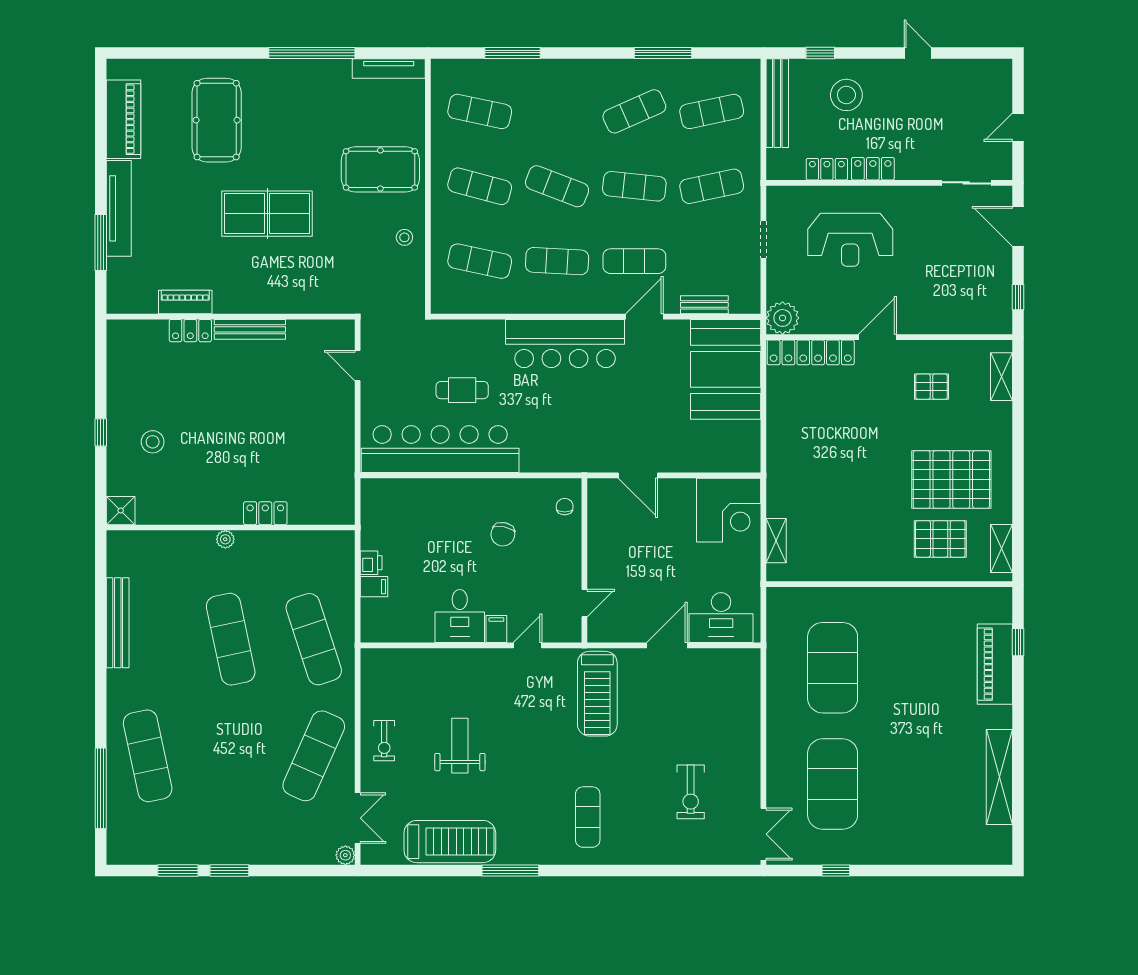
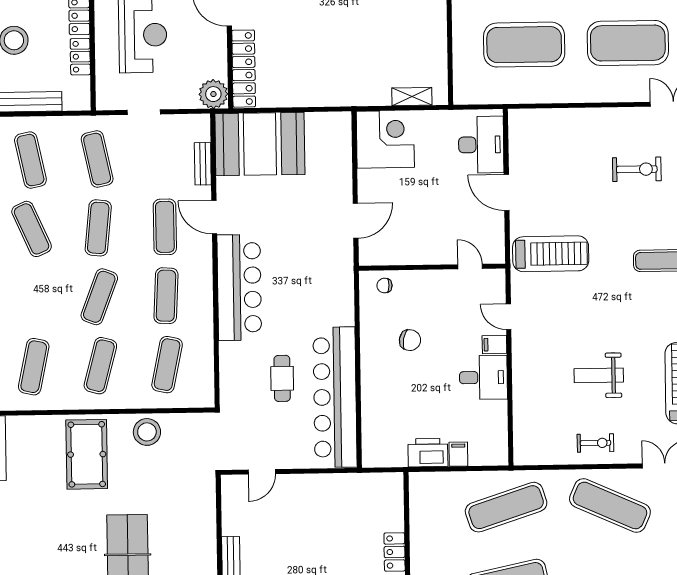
stool: (404, 237) -> (147, 432), width x1.89, depth x1.89
printer: (371, 563) -> (428, 453), width x1.87, depth x1.48

